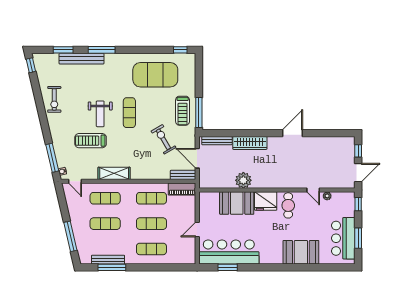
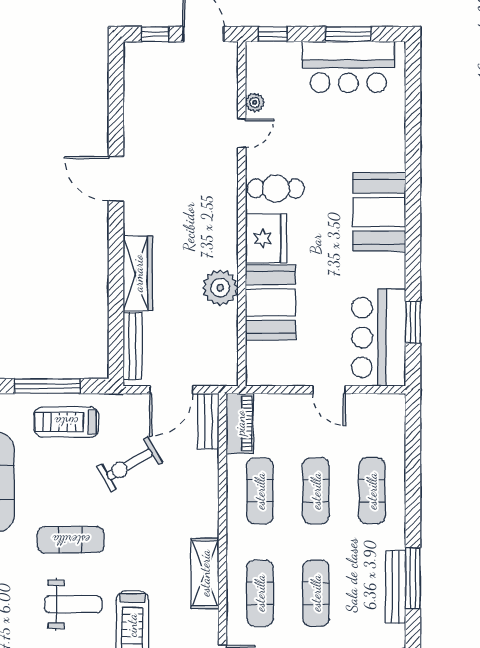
treadmill: (183, 111) -> (66, 422), turned 180
window: (199, 113) -> (47, 386), moved
bar counter: (229, 252) -> (379, 337), width x0.73
booth: (301, 252) -> (379, 212), moved

